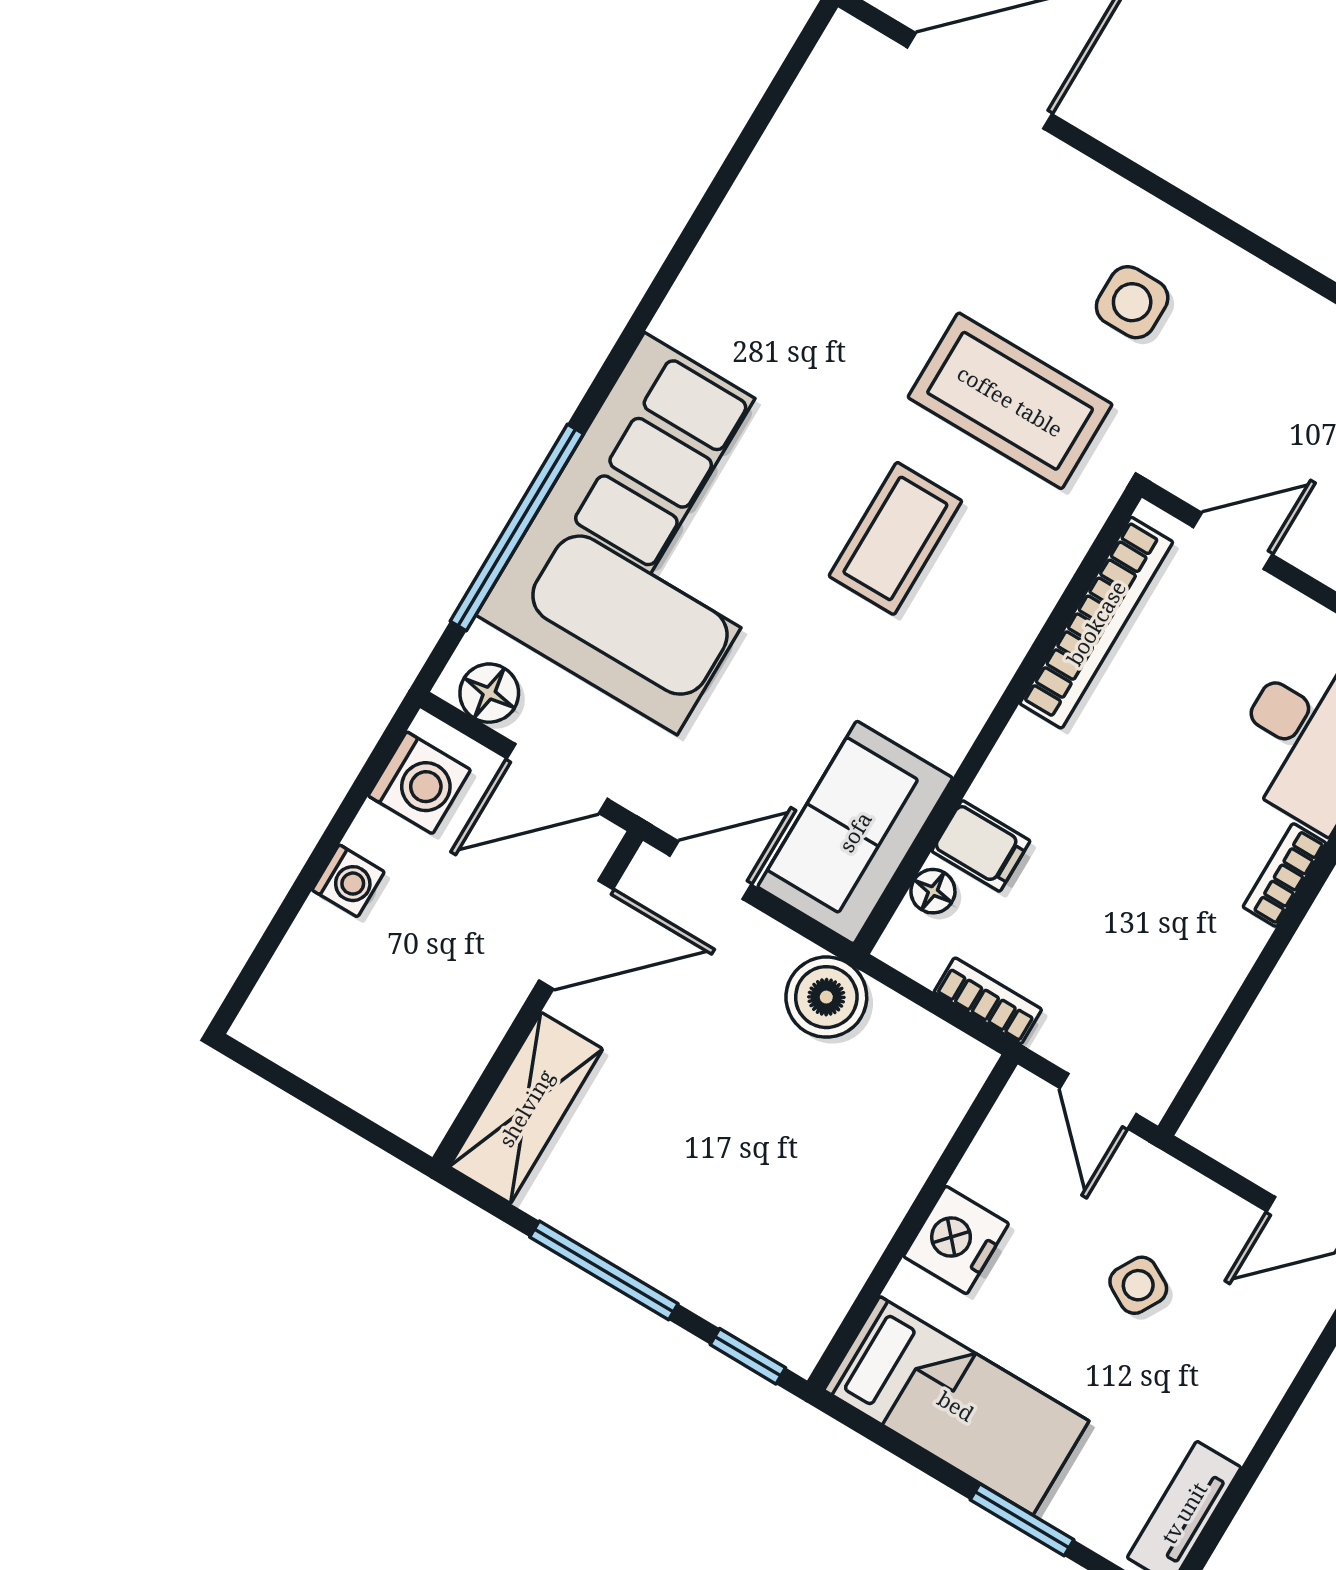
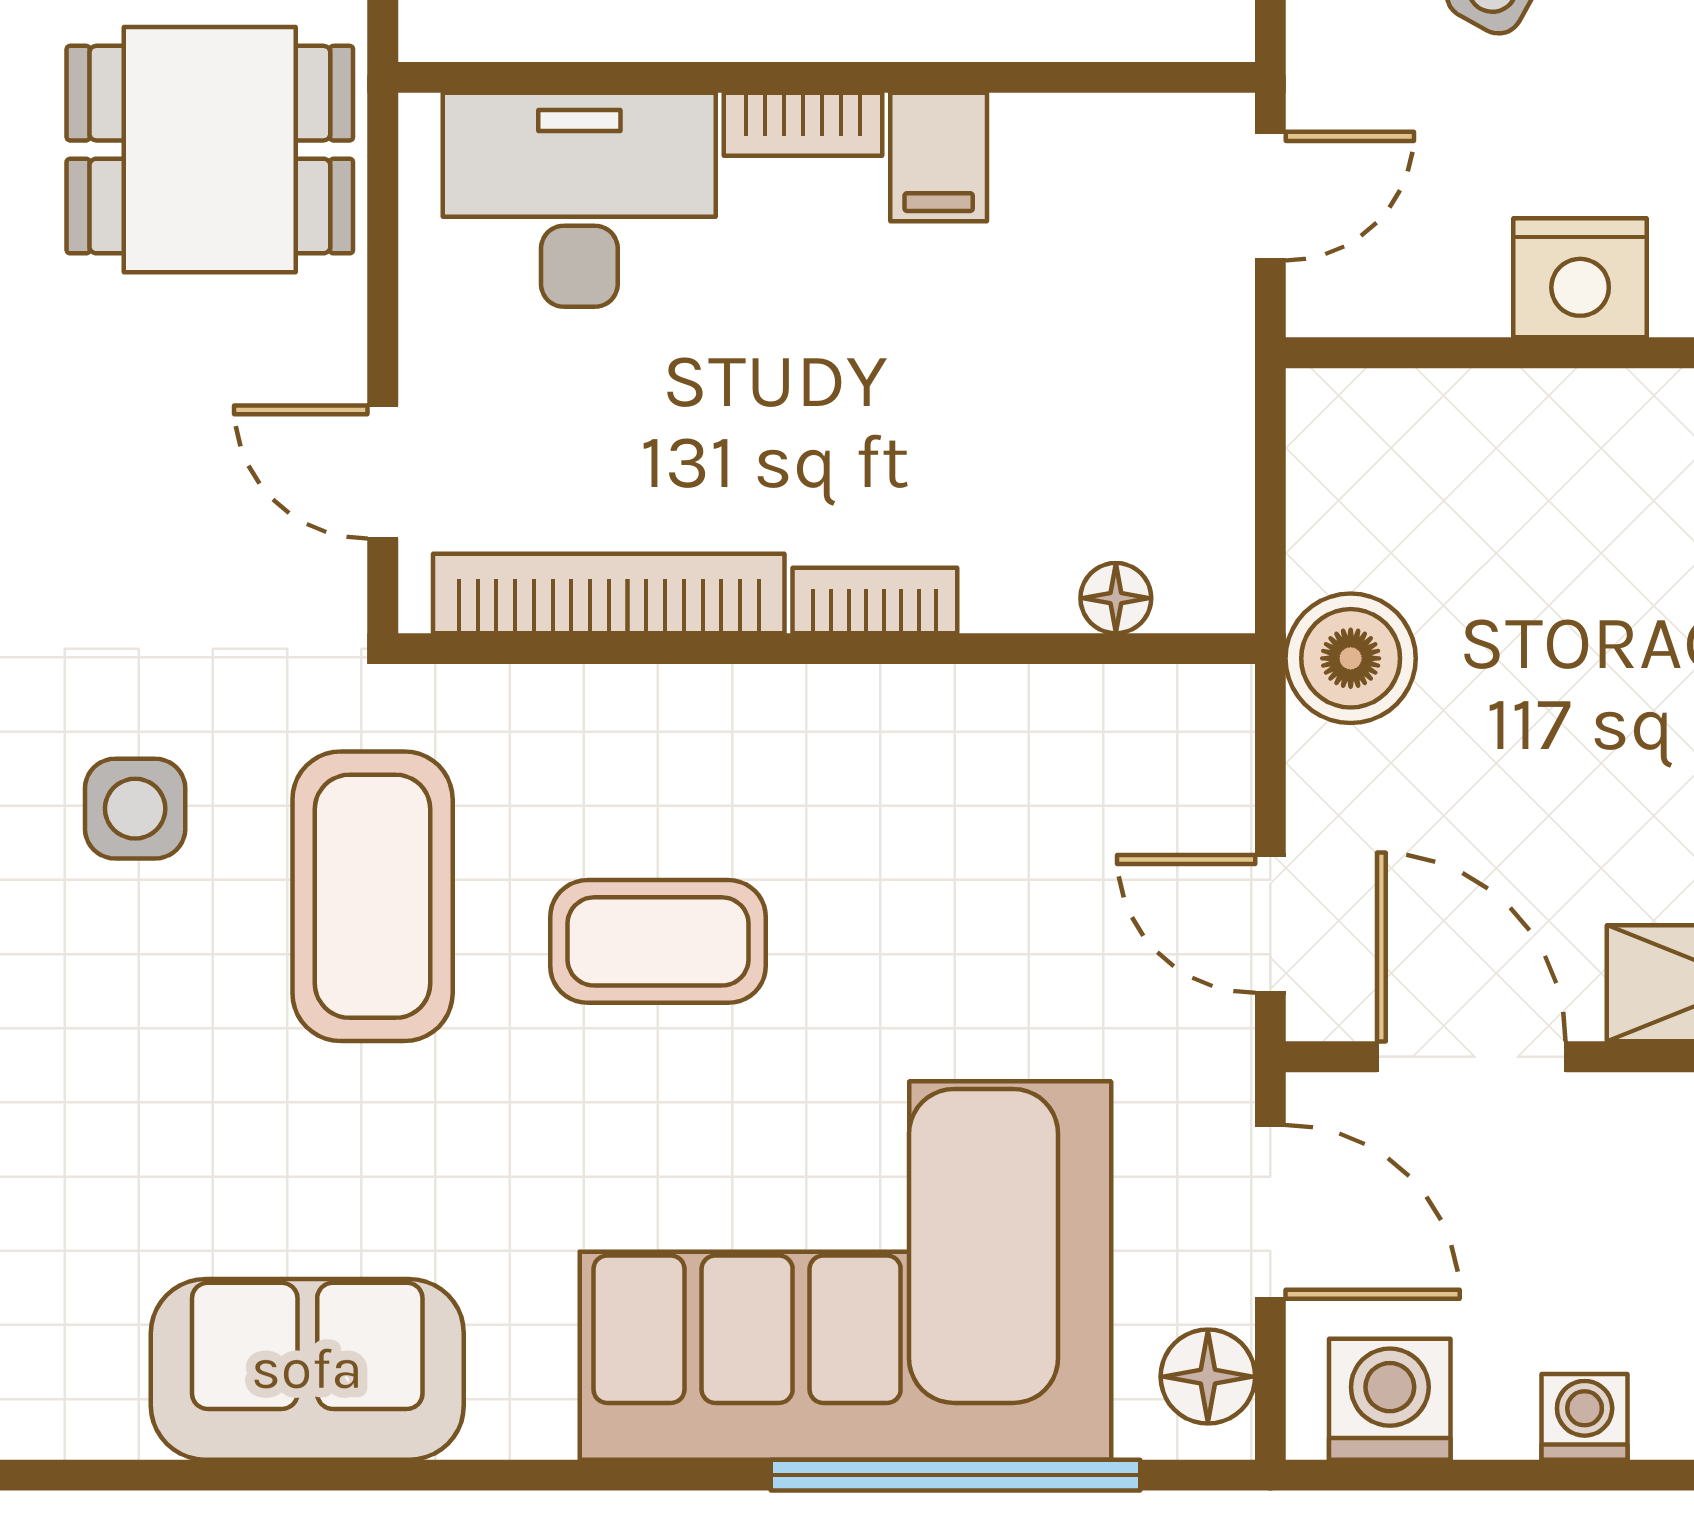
sofa: (855, 832) -> (307, 1369), moved, turned 180
filing cabinet: (981, 846) -> (939, 157), moved, turned 180
bookcase: (988, 1001) -> (875, 600), moved, turned 90

